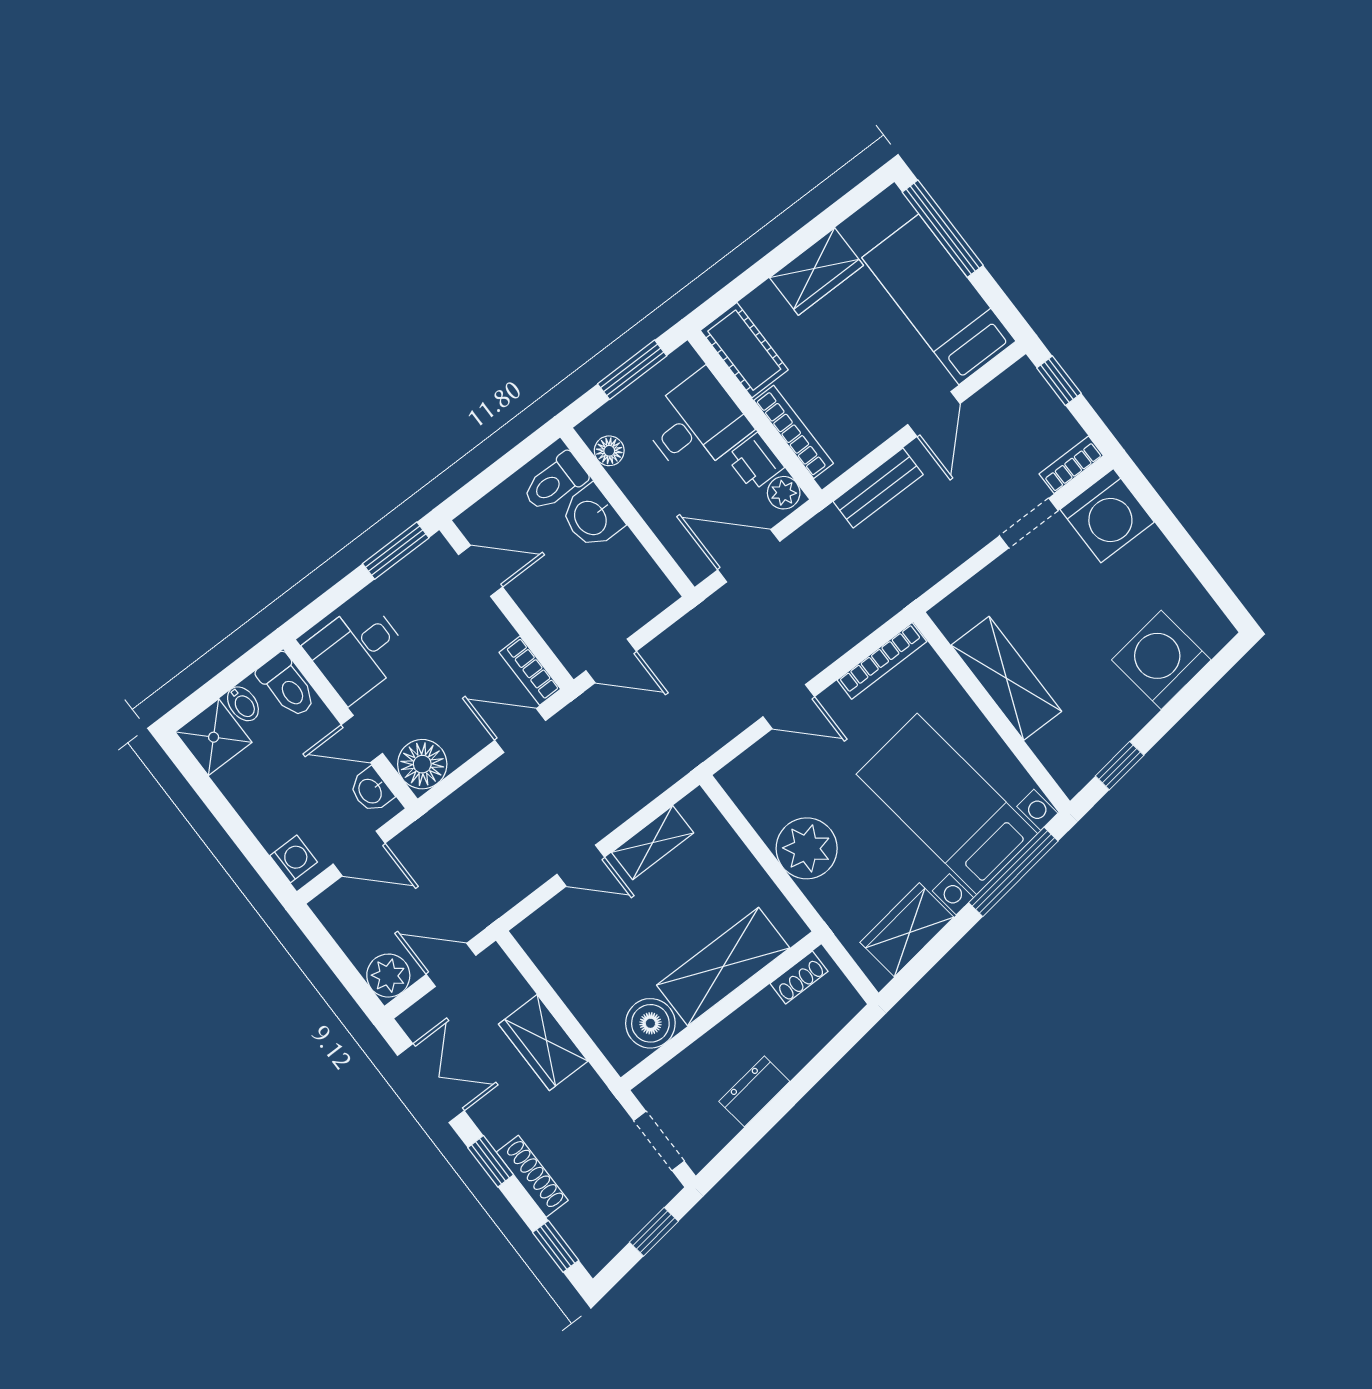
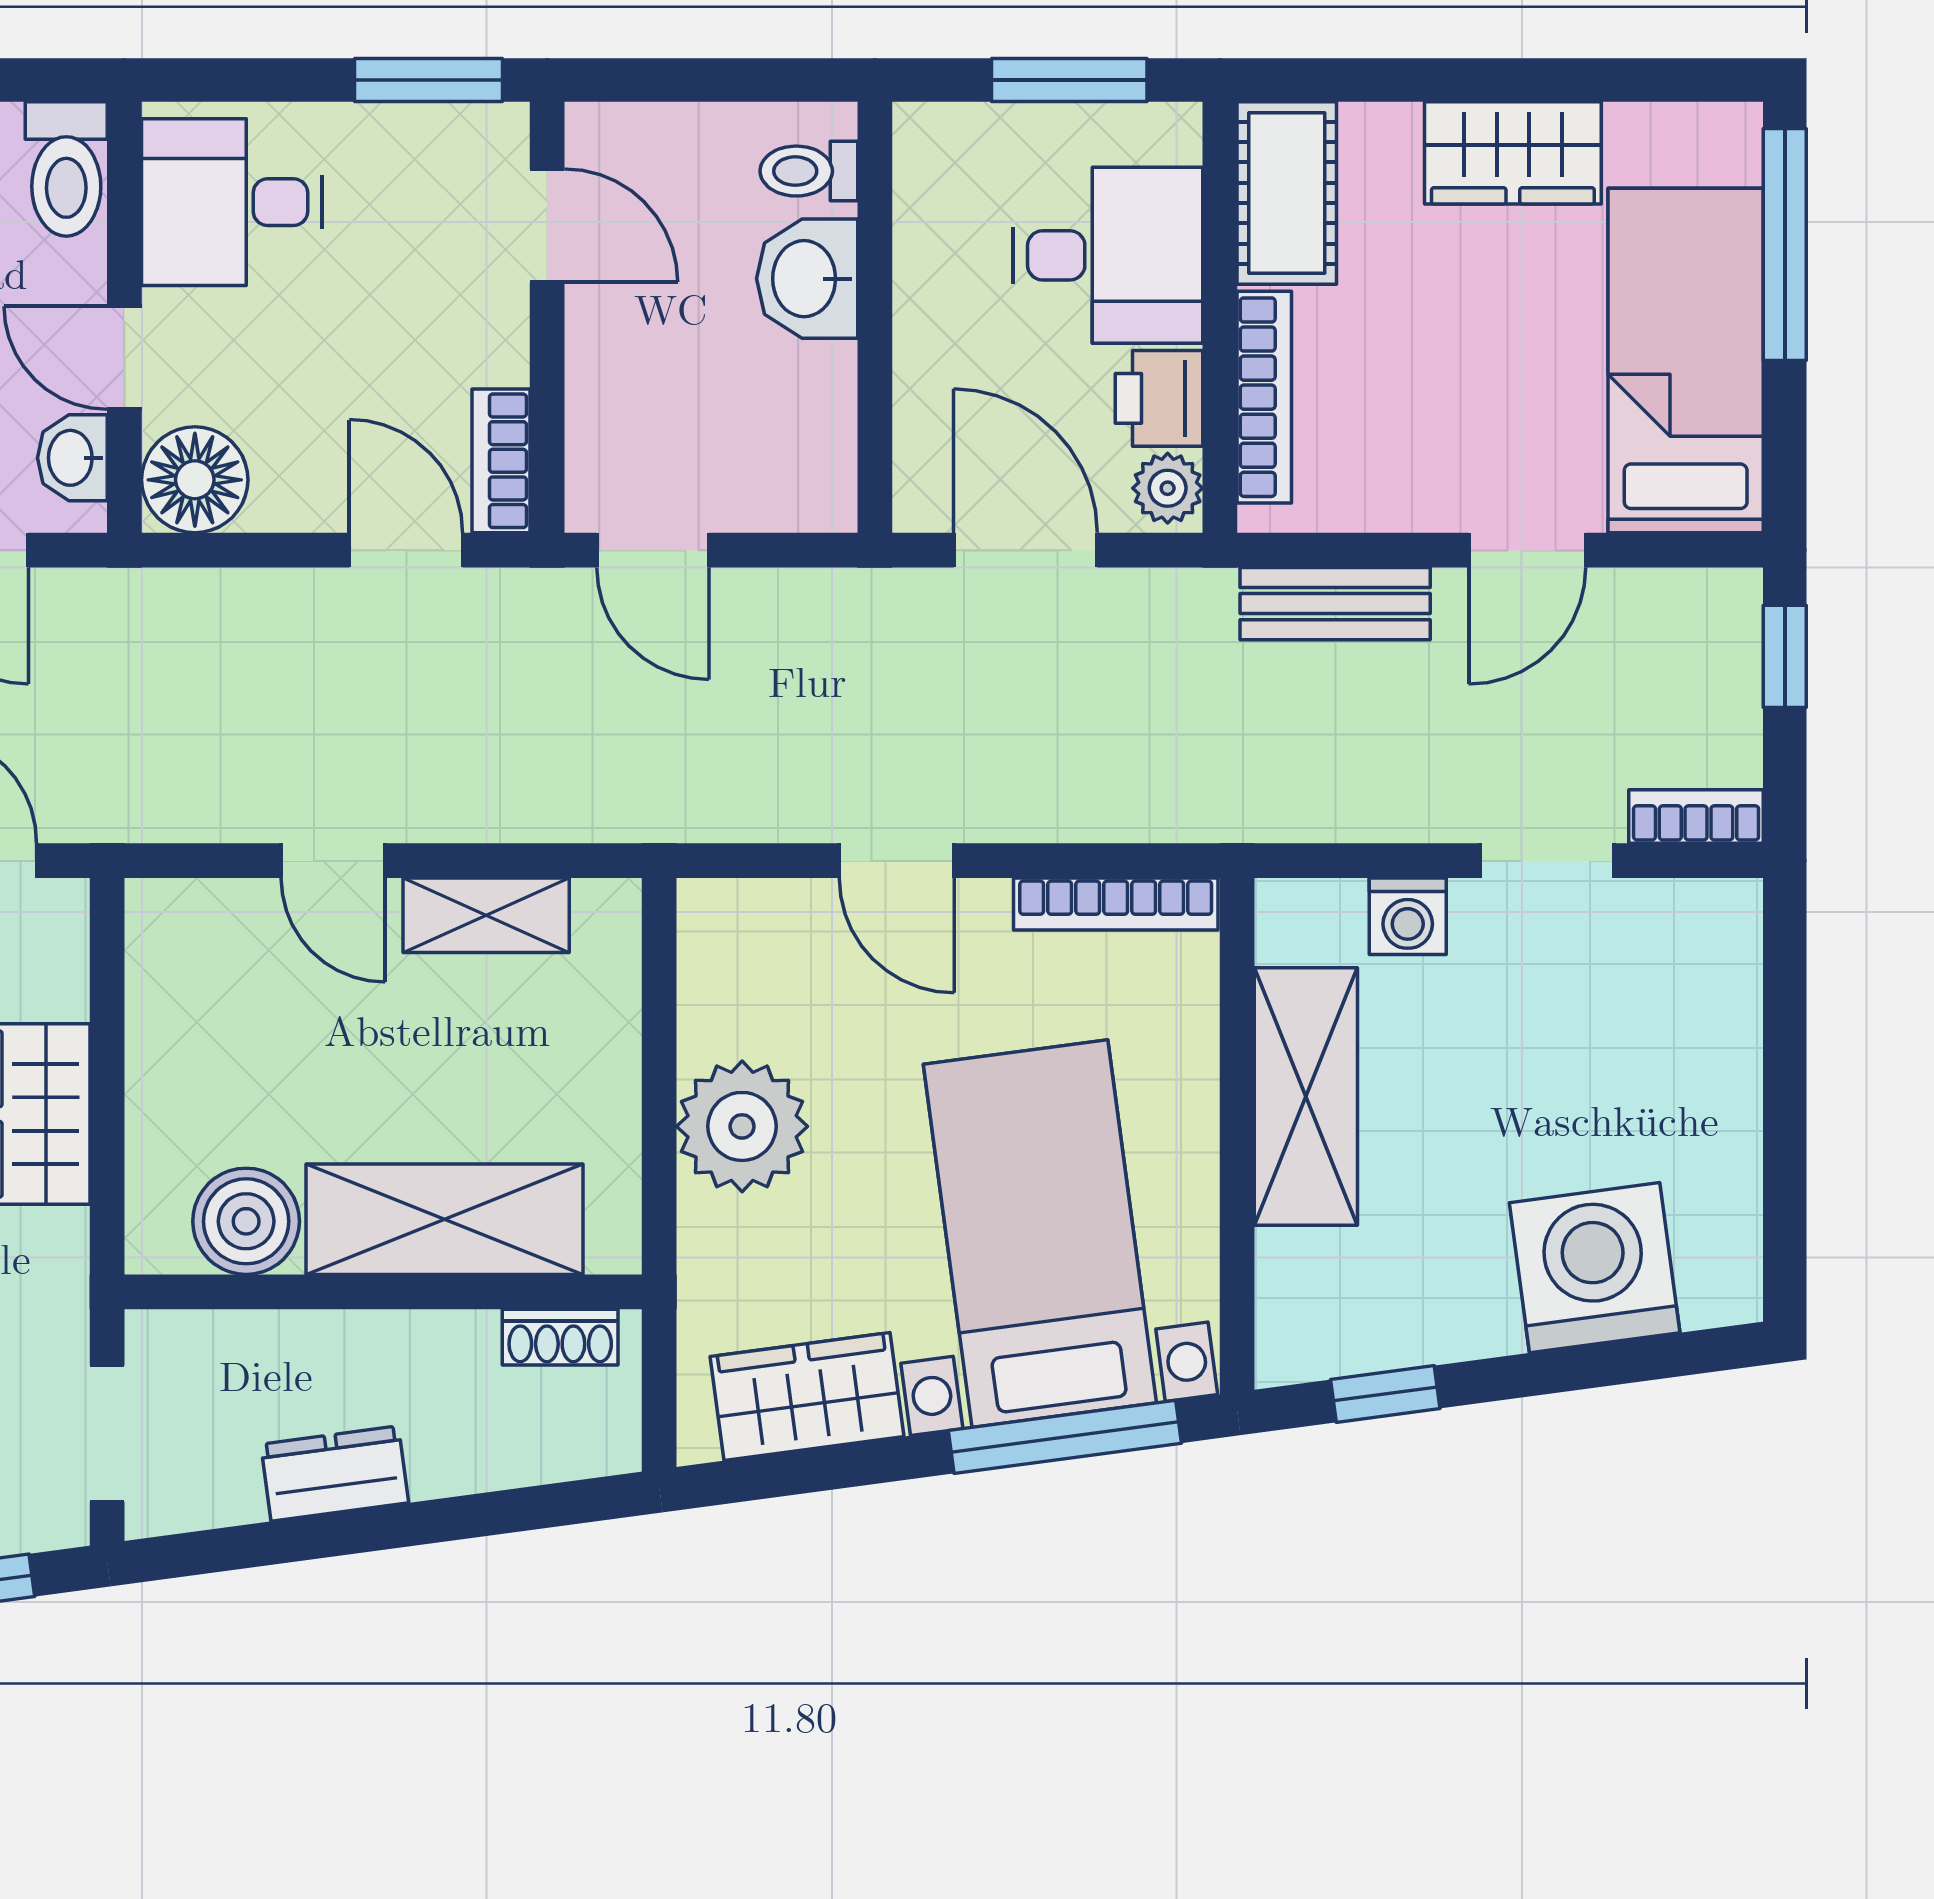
floor lamp: (609, 451) -> (924, 188), removed
toilet: (555, 482) -> (809, 171), width x0.73, depth x0.72
washing machine: (1107, 516) -> (1408, 916), moved, width x0.53, depth x0.53

